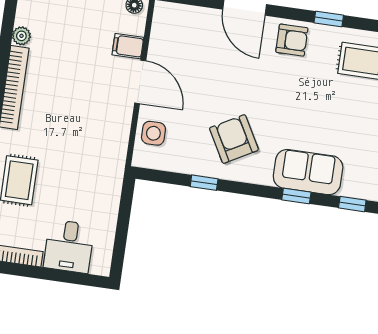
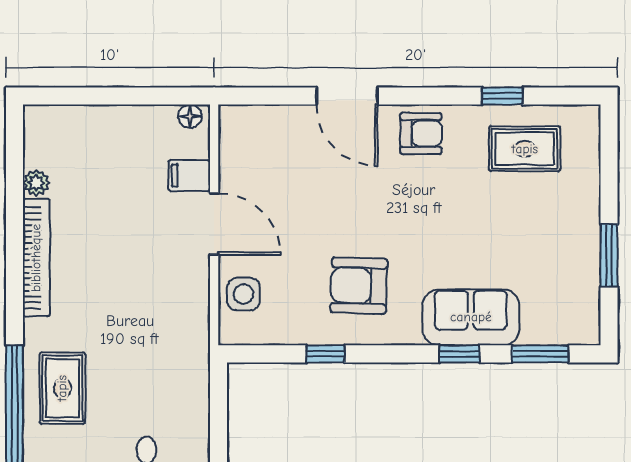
window: (329, 19) -> (502, 96), moved
armchair: (234, 139) -> (359, 286), turned -59
window: (352, 204) -> (540, 354), width x1.50

